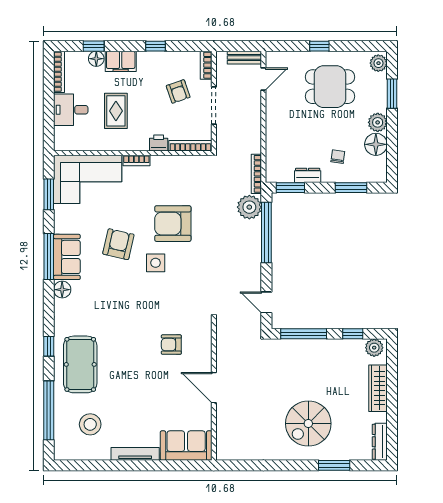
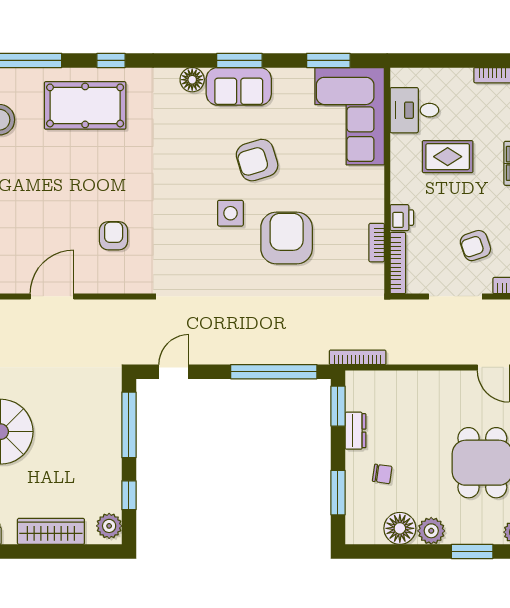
desk: (71, 110) -> (414, 110), moved, turned -90
bookcase: (136, 161) -> (377, 243), moved
plant: (249, 207) -> (310, 347), removed
armchair: (118, 244) -> (257, 160), turned 150
window: (49, 257) -> (239, 60), width x0.69

